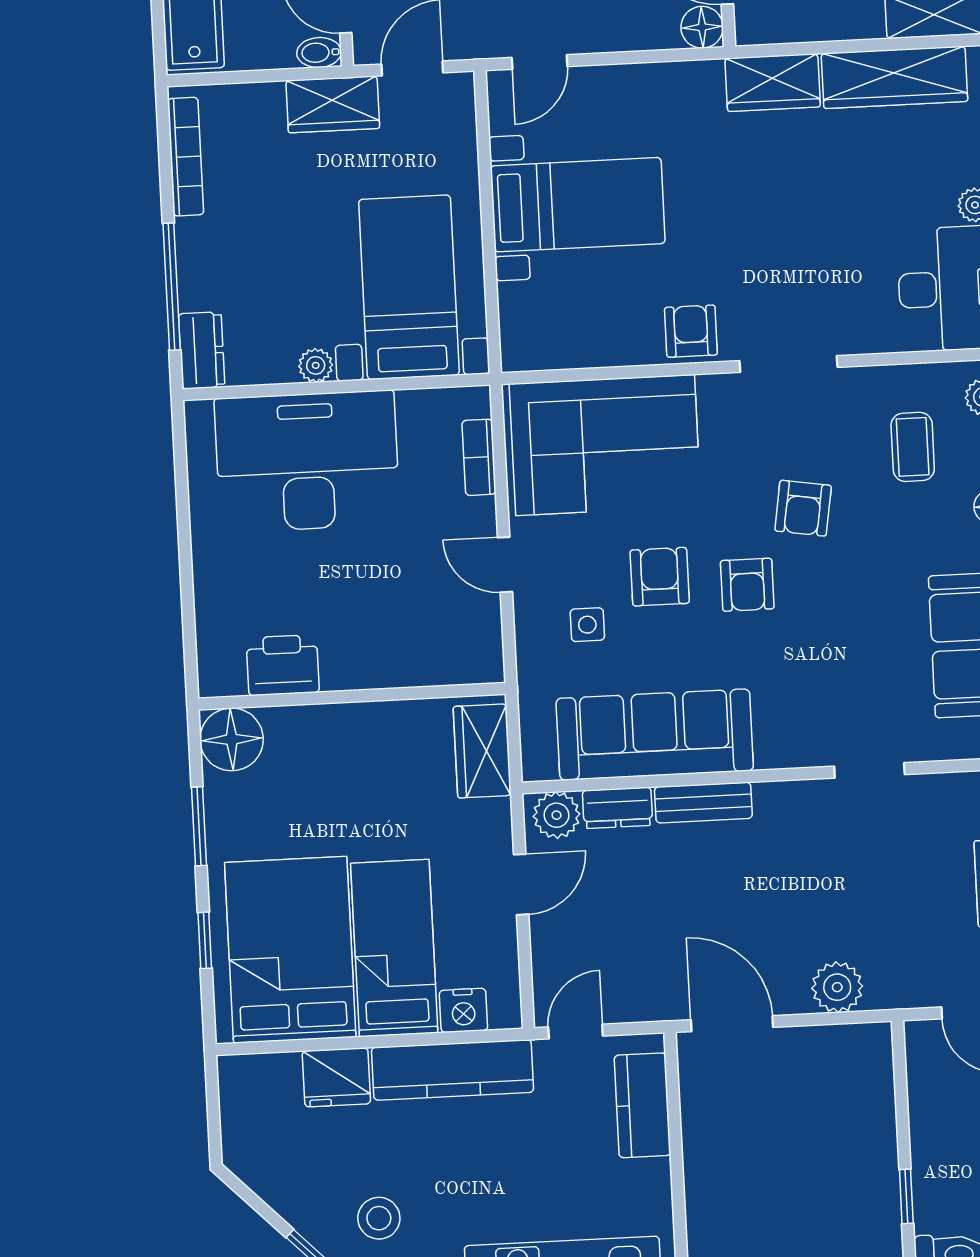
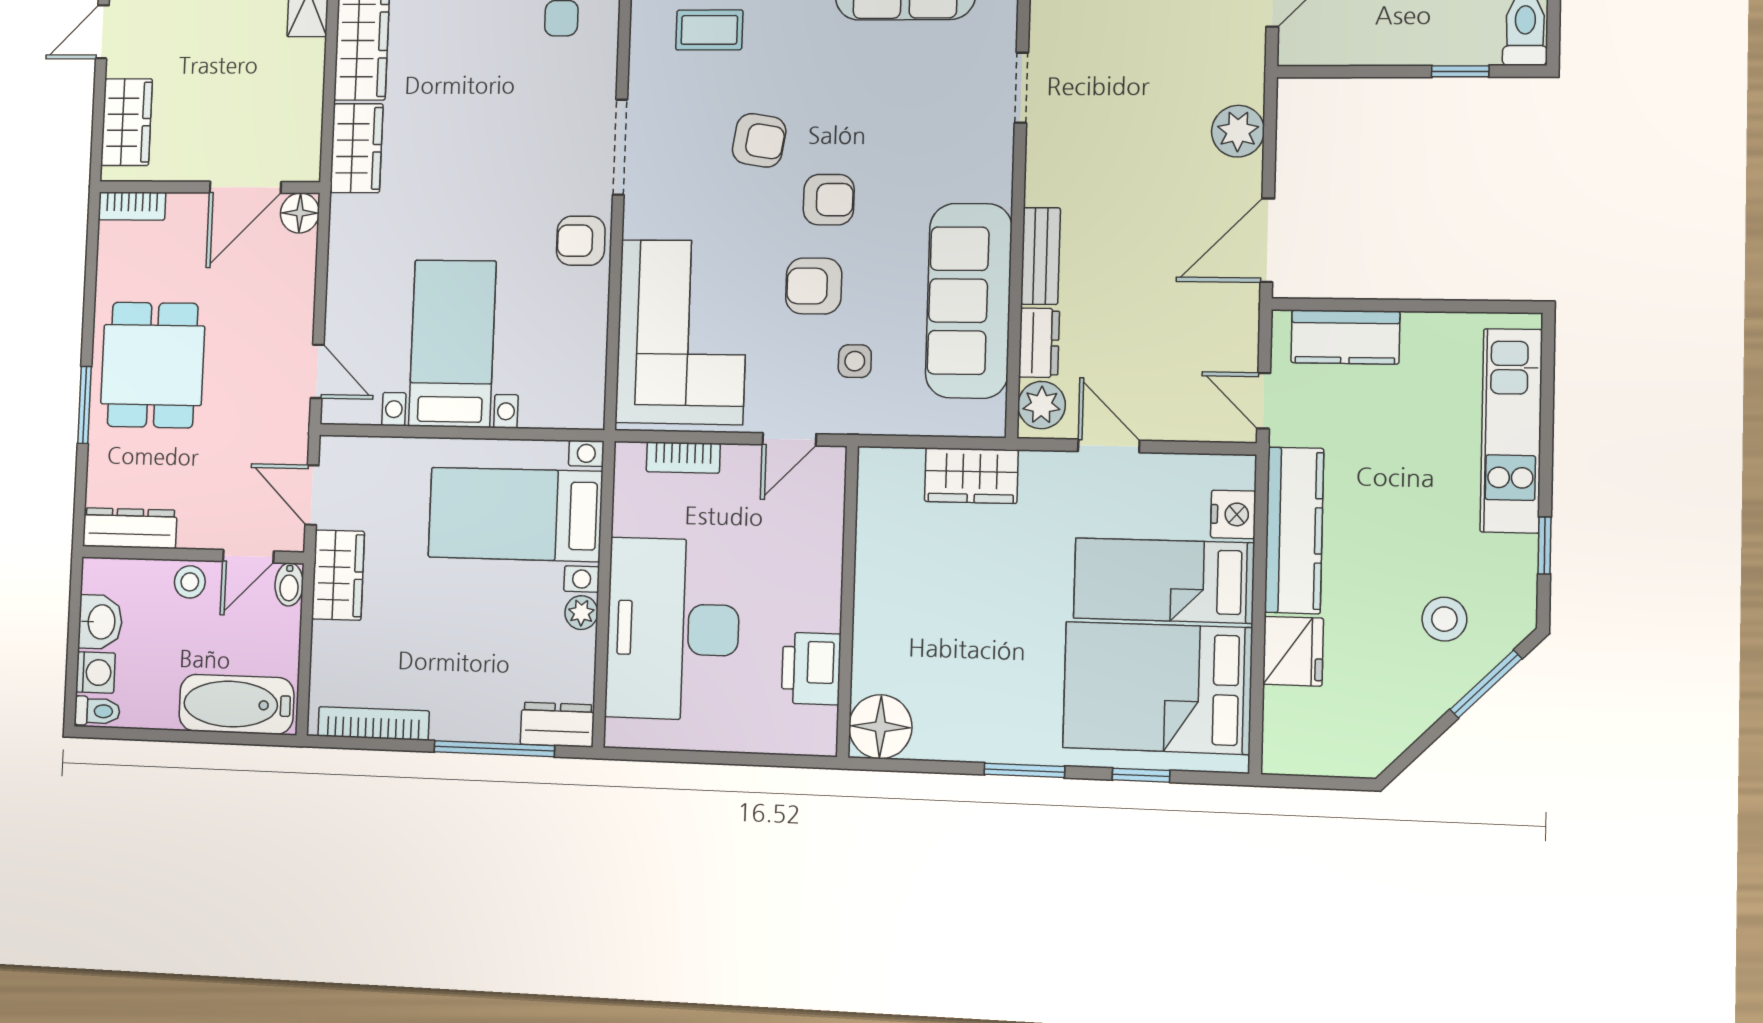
printer: (283, 665) -> (811, 669), moved
wall: (352, 696) -> (848, 601), moved
floor lamp: (232, 739) -> (880, 727), moved

